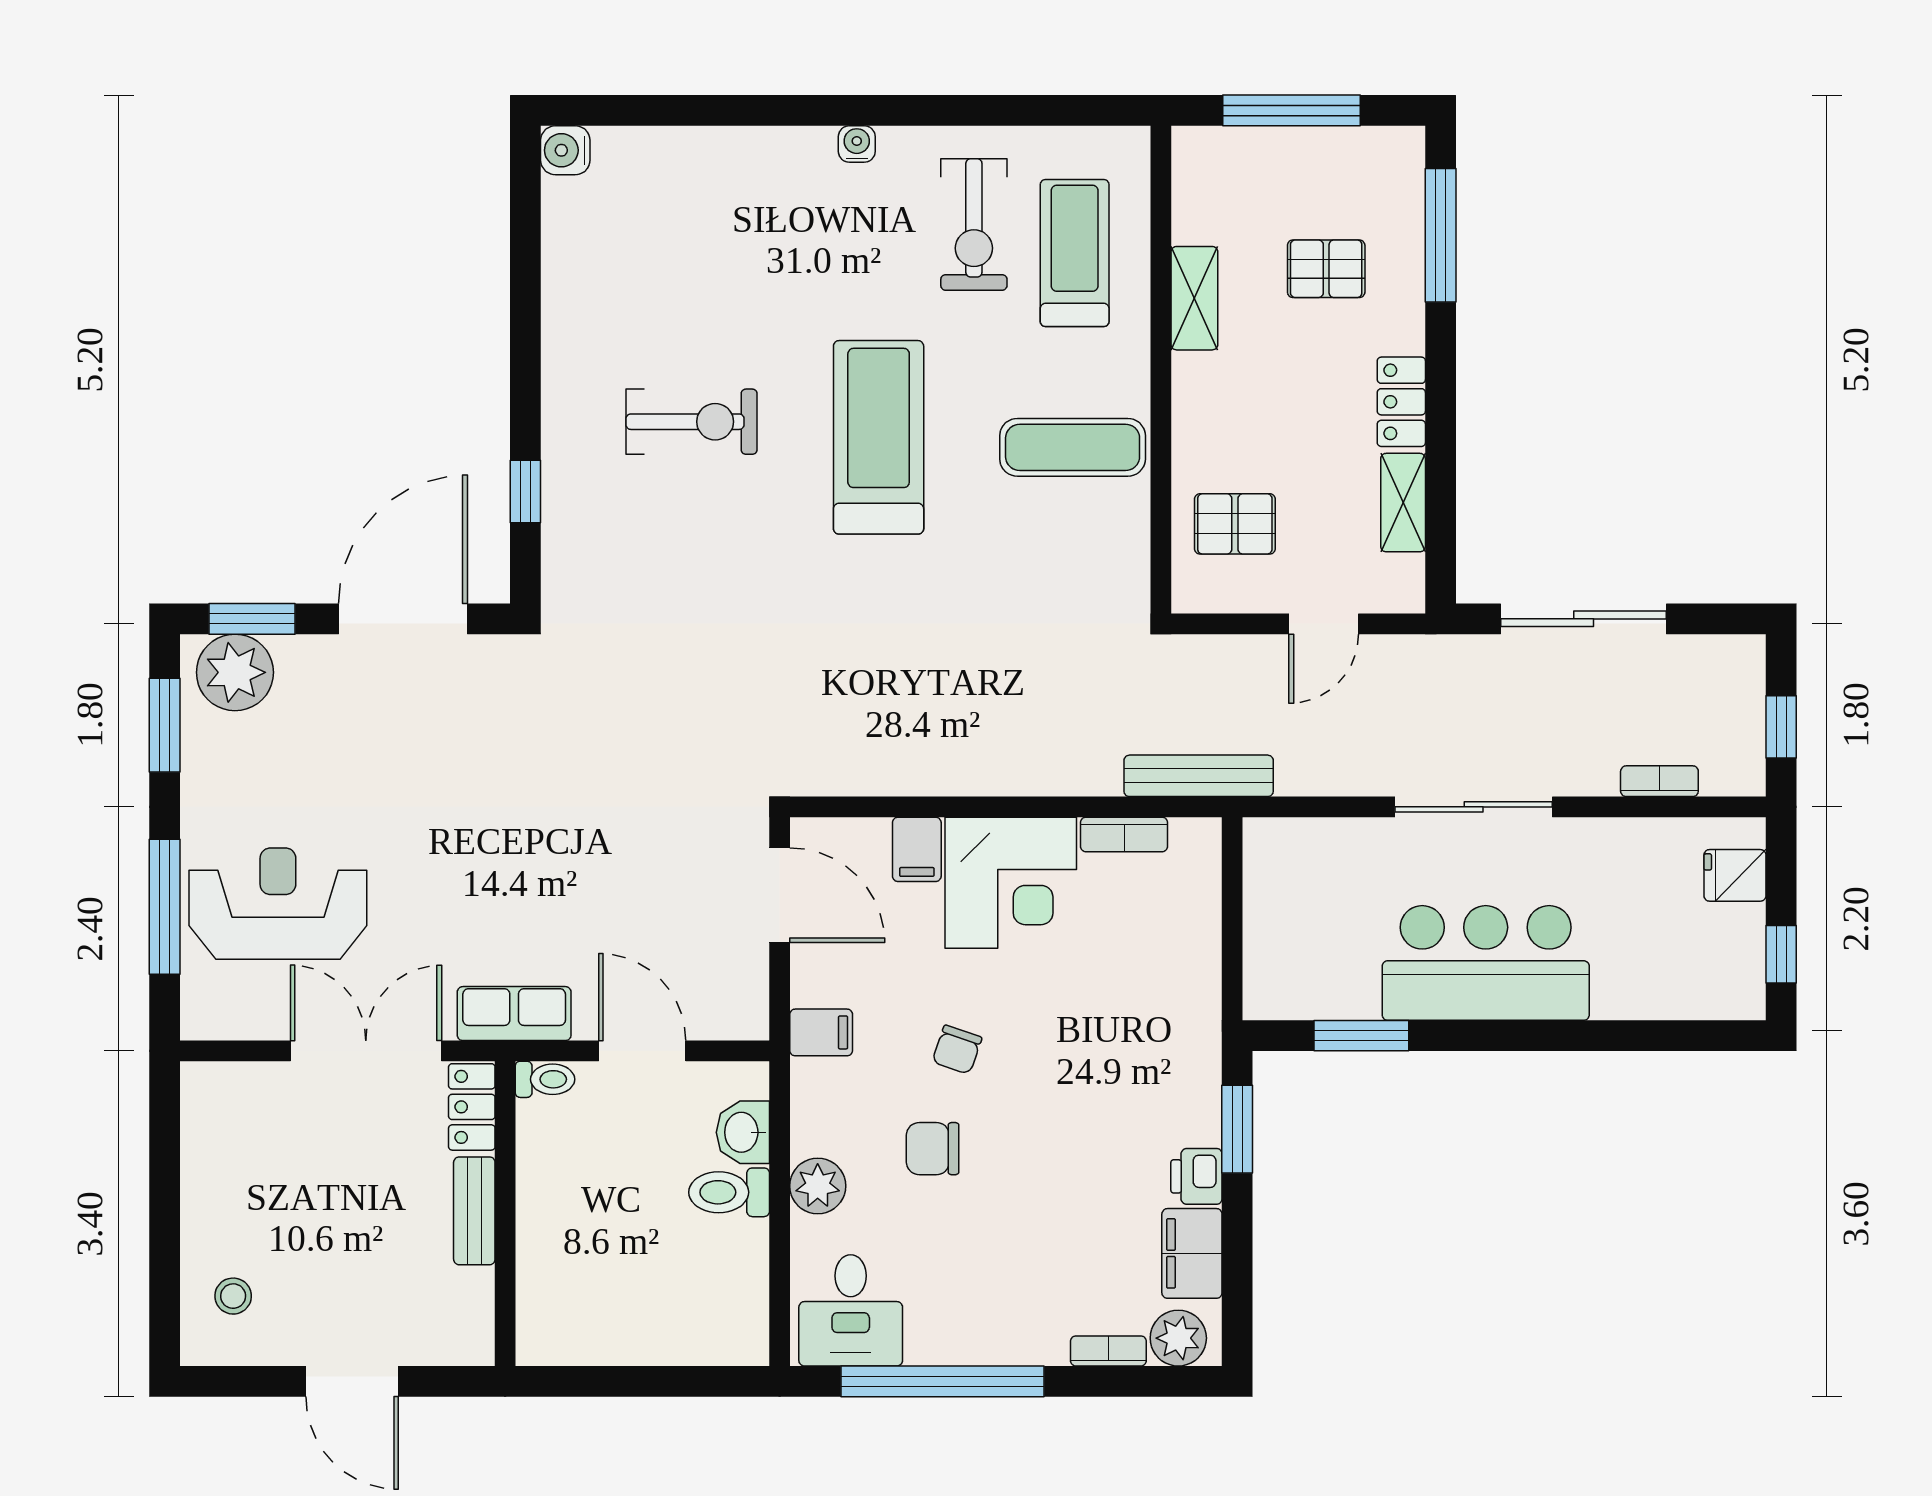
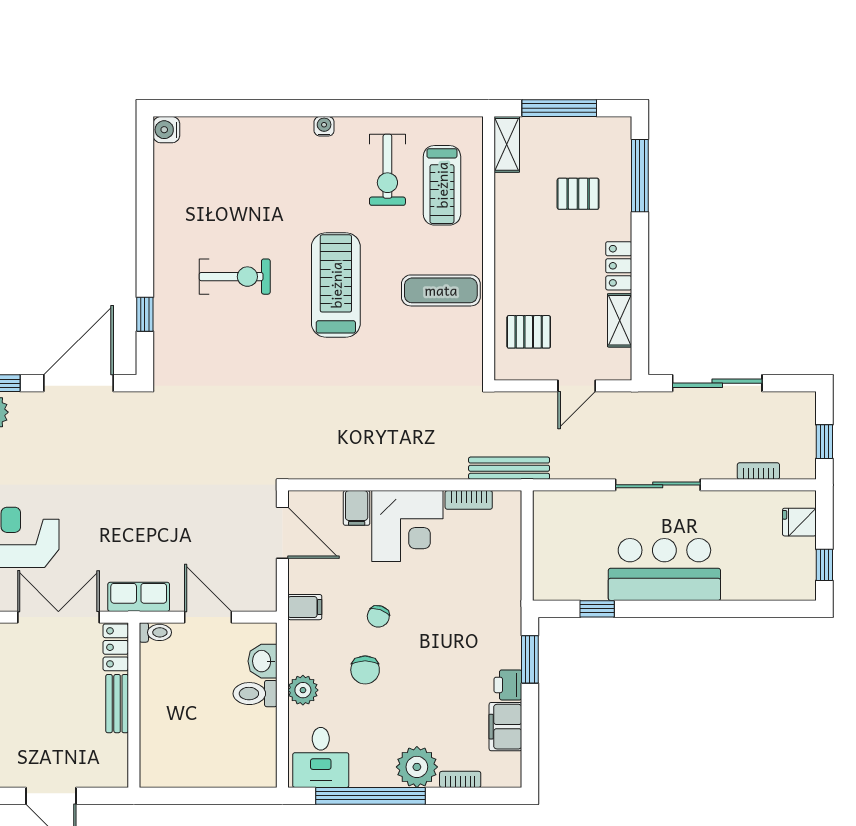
treadmill: (1075, 253) -> (442, 185), turned 180
shelving: (1194, 298) -> (507, 144), moved
window: (1361, 1036) -> (597, 609), width x0.67
chair: (933, 1149) -> (365, 670), turned -90
plant: (1178, 1338) -> (417, 767), moved, width x1.36, depth x1.36

